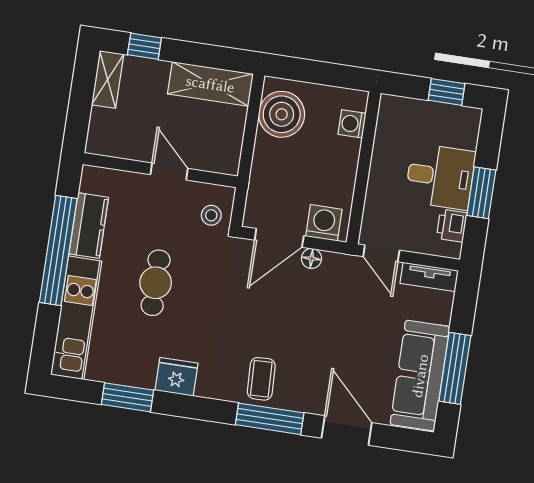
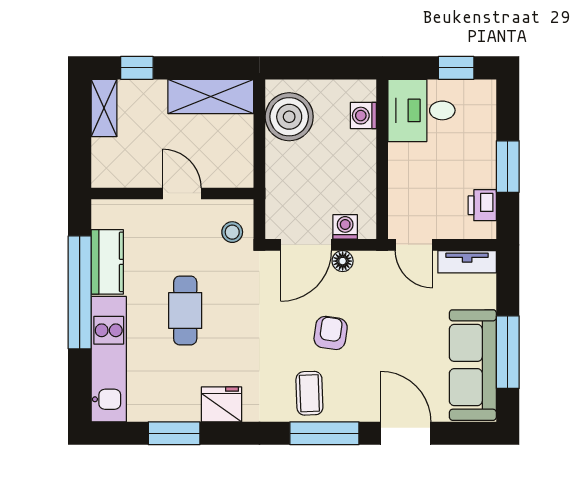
desk: (440, 177) -> (421, 110), moved, turned 180
washing machine: (324, 223) -> (345, 227), width x0.73, depth x0.73
armchair: (290, 325) -> (331, 333), added

